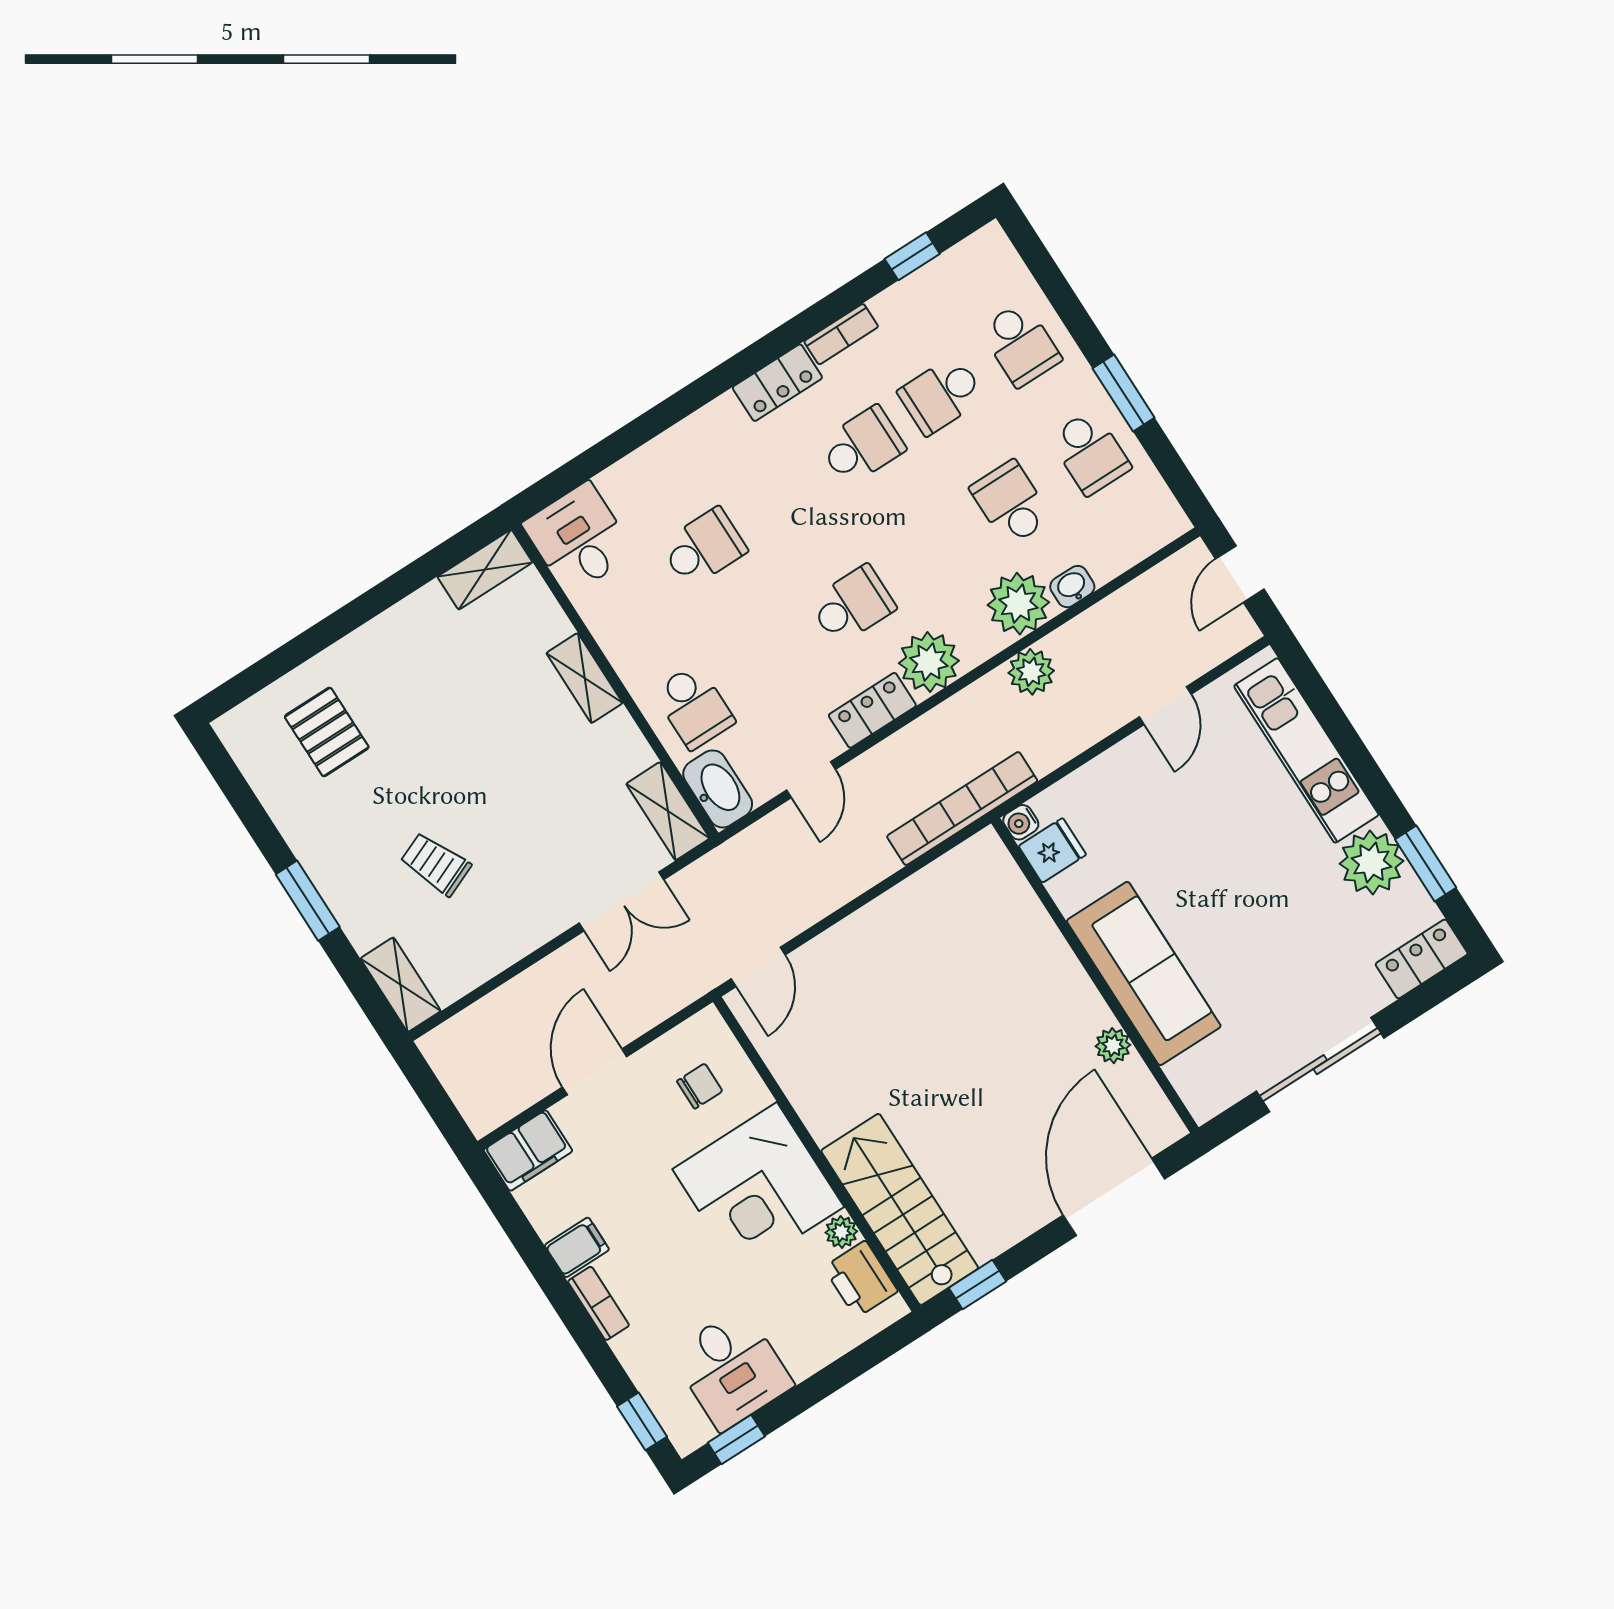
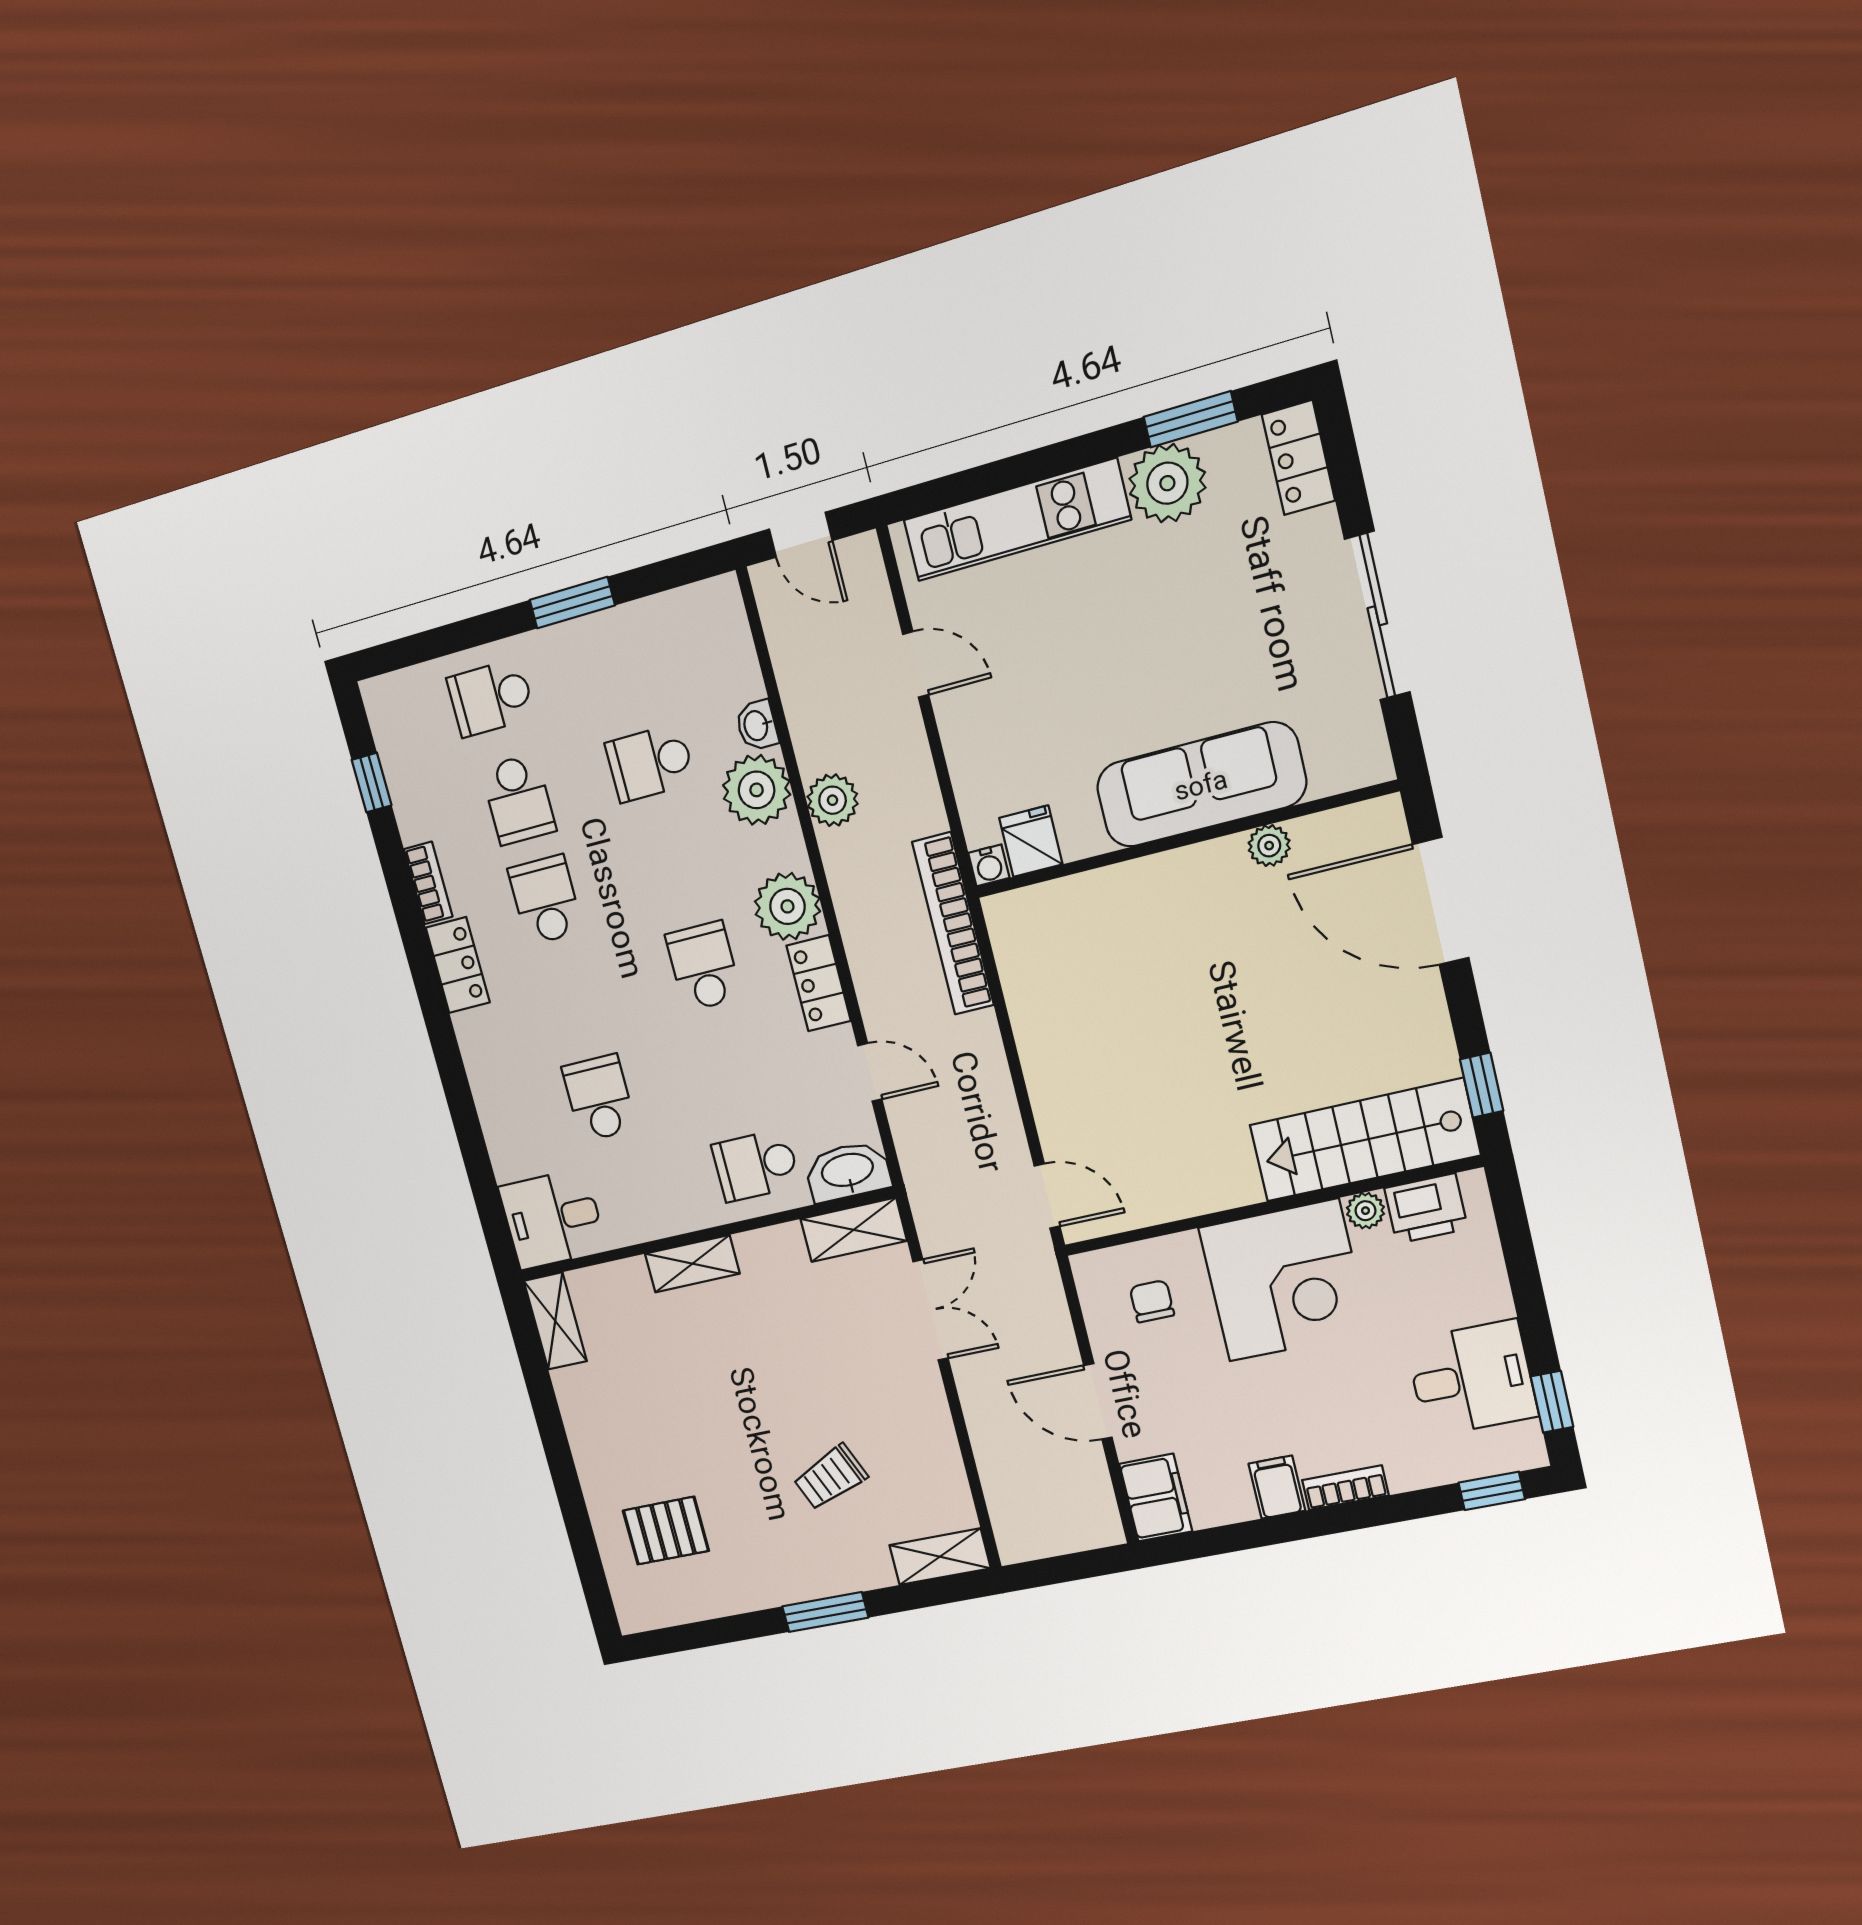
school desk: (1021, 344) -> (491, 698), turned 180
school desk: (1090, 452) -> (623, 660), removed
school desk: (694, 707) -> (756, 1165), turned 180

